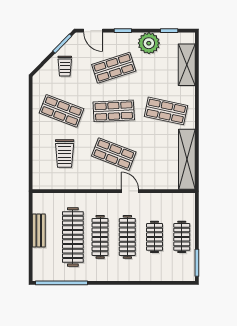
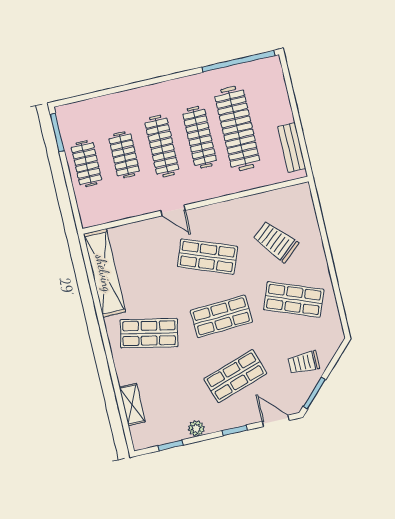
plant: (149, 43) -> (196, 428), width x0.53, depth x0.53
shelving: (187, 65) -> (132, 405), width x0.67, depth x0.75
trolley: (65, 66) -> (304, 363), turned -90
trolley: (65, 153) -> (276, 242), turned -41
bench: (39, 231) -> (292, 148), moved

